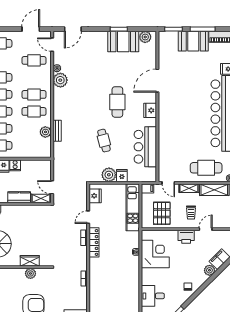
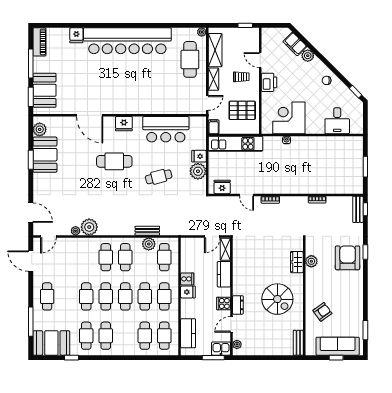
booth: (193, 41) -> (44, 90), moved
cafe table: (34, 60) -> (164, 257), moved
locker: (94, 242) -> (276, 188), removed

